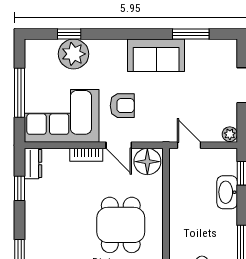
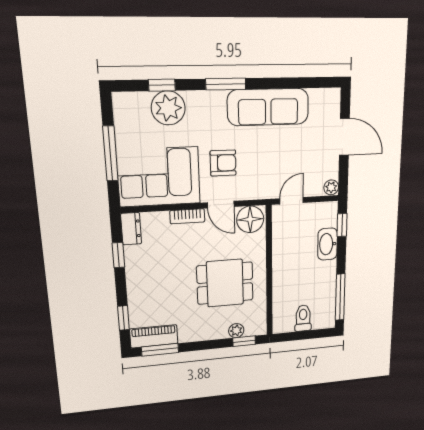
window: (191, 34) -> (226, 84), moved
sofa: (156, 55) -> (268, 107), width x1.36
door: (189, 145) -> (291, 201), hinge flipped
dining table: (121, 225) -> (225, 283), turned 90

